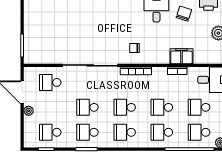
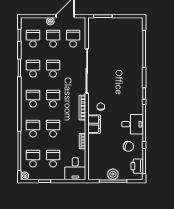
filing cabinet: (181, 56) -> (94, 124), moved
school desk: (50, 107) -> (53, 39), added

